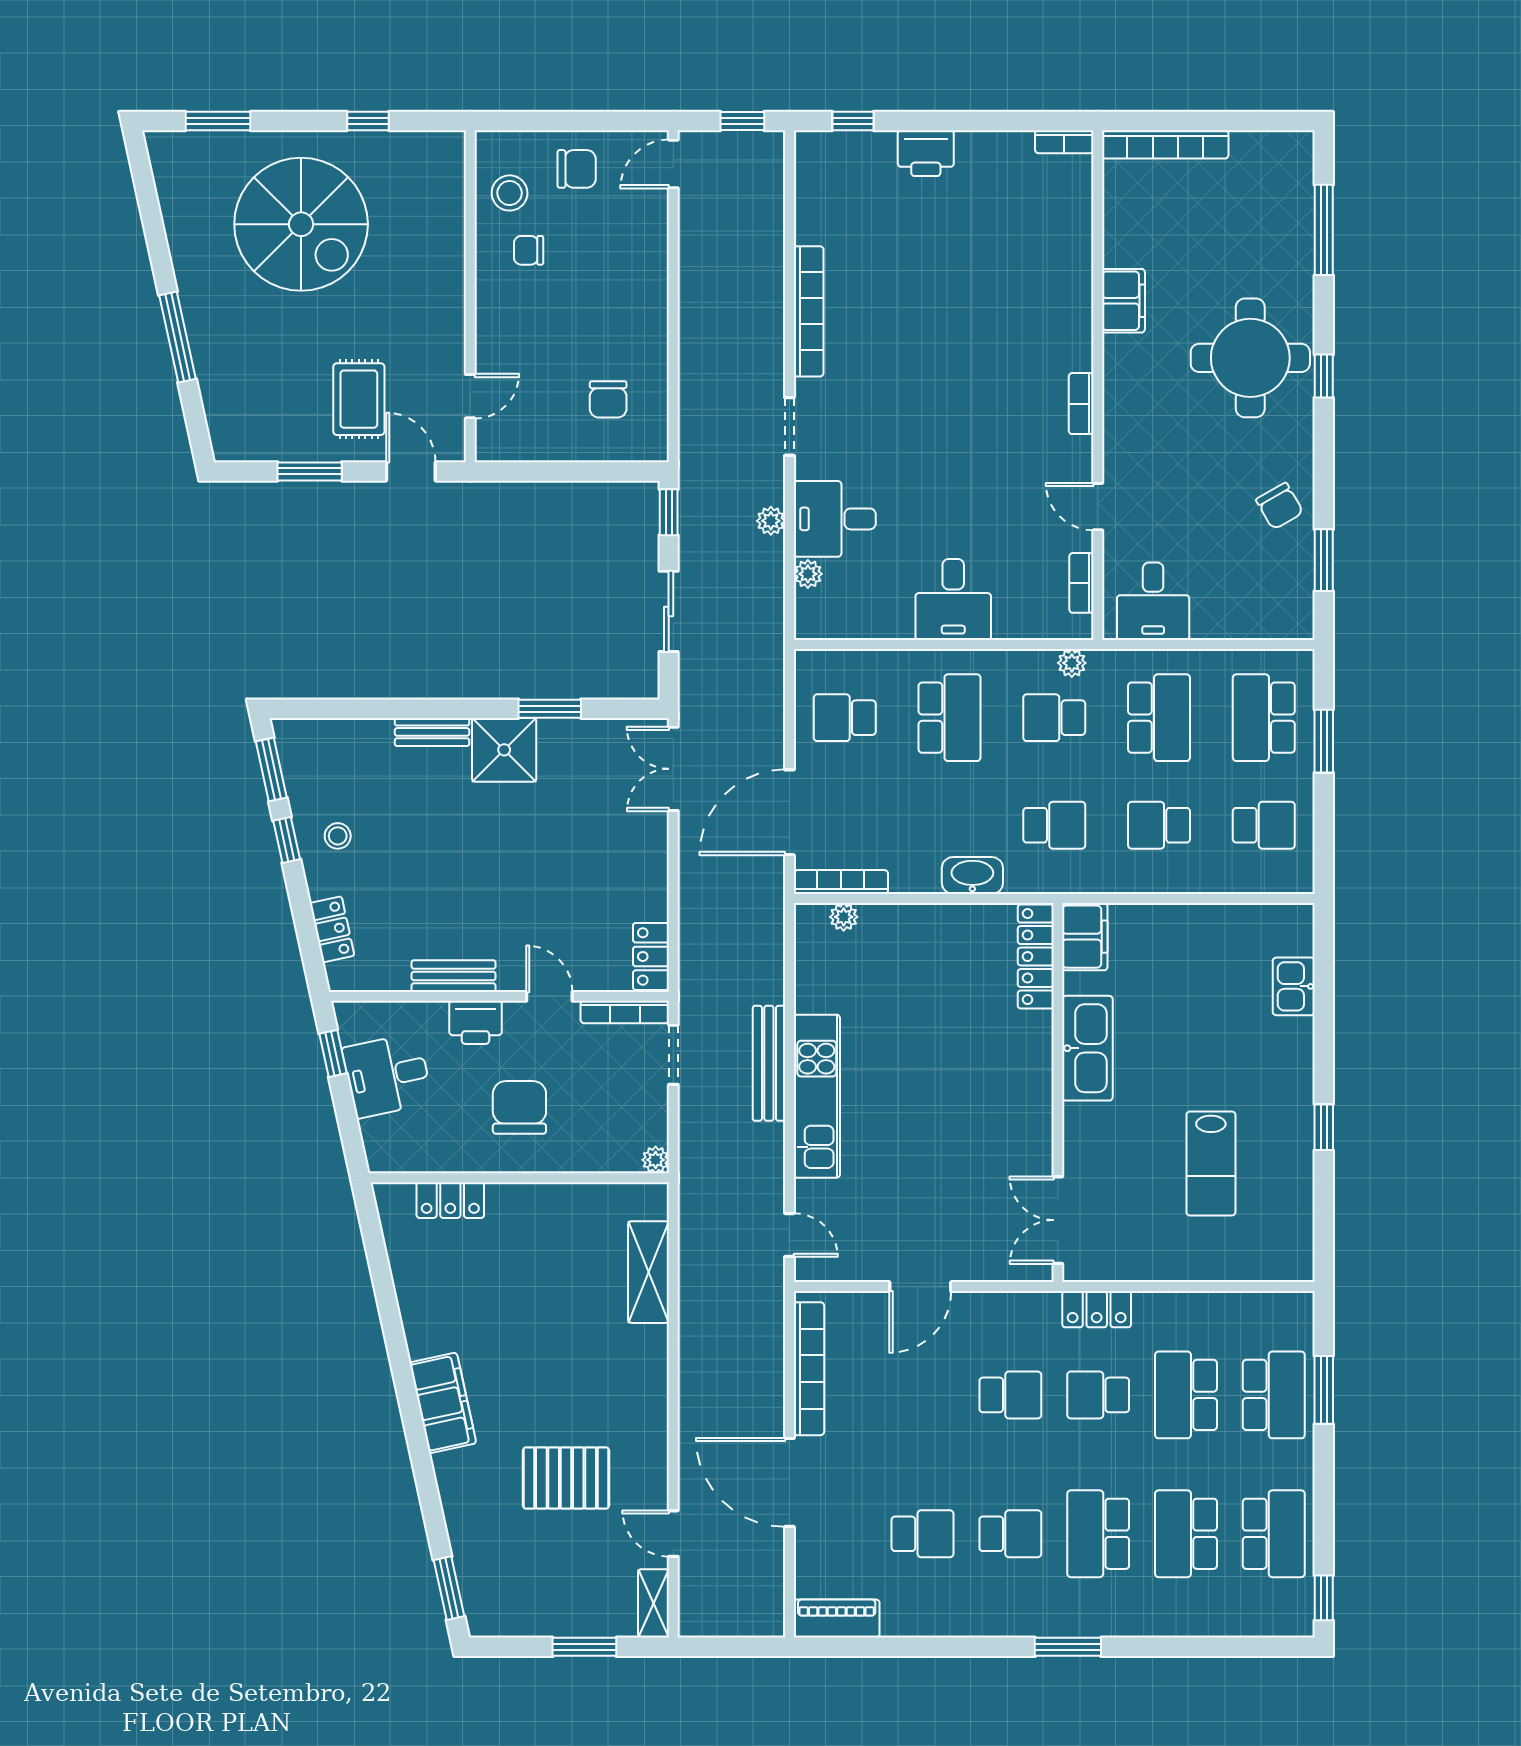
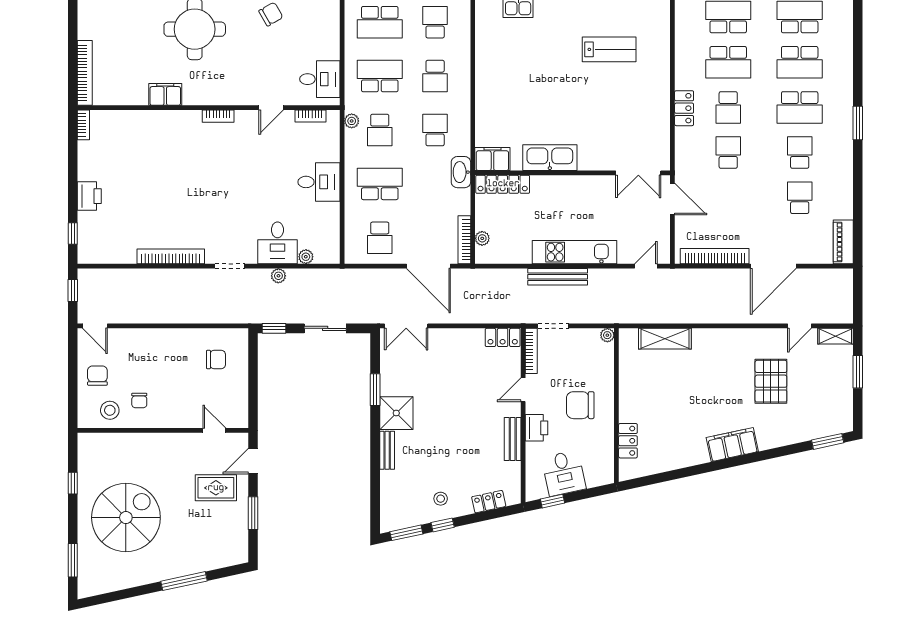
filing cabinet: (1085, 937) -> (492, 159), moved
locker: (1036, 957) -> (503, 184), moved
kitchen sink: (1087, 1048) -> (550, 158), moved
wall: (1058, 1093) -> (573, 173), moved
double door: (1058, 1220) -> (638, 173), moved

